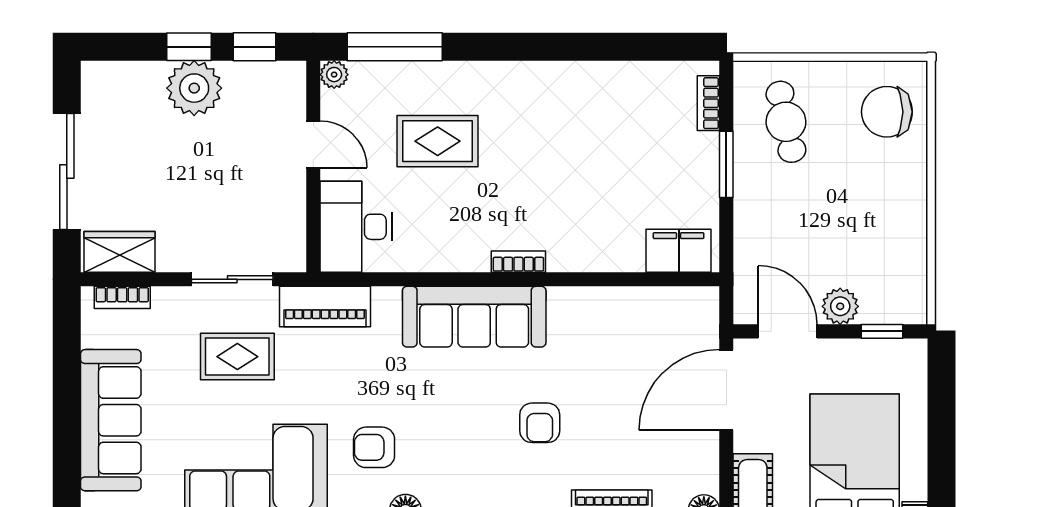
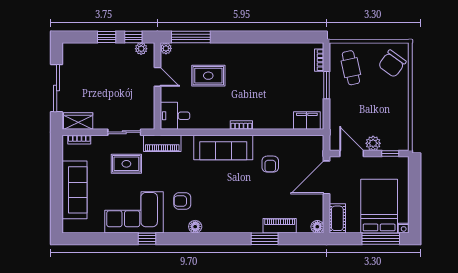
plant: (194, 88) -> (141, 49), moved, width x0.53, depth x0.53
chair: (887, 112) -> (392, 64), turned -54
desk: (356, 227) -> (175, 116), width x0.73
armchair: (540, 423) -> (270, 164), moved

